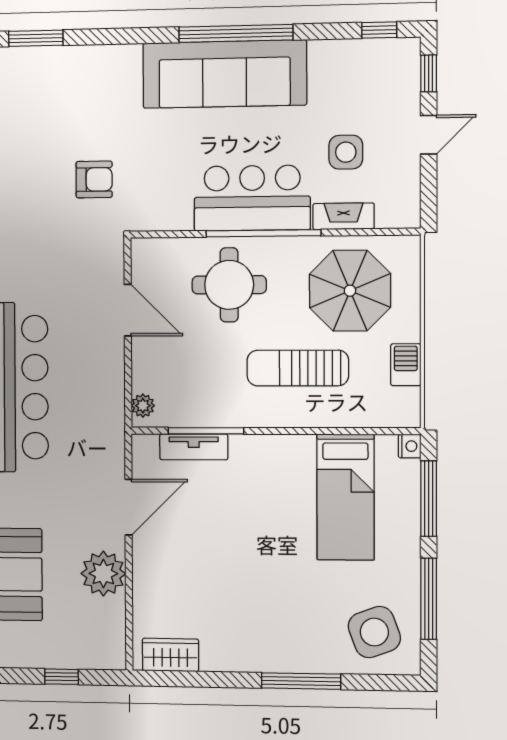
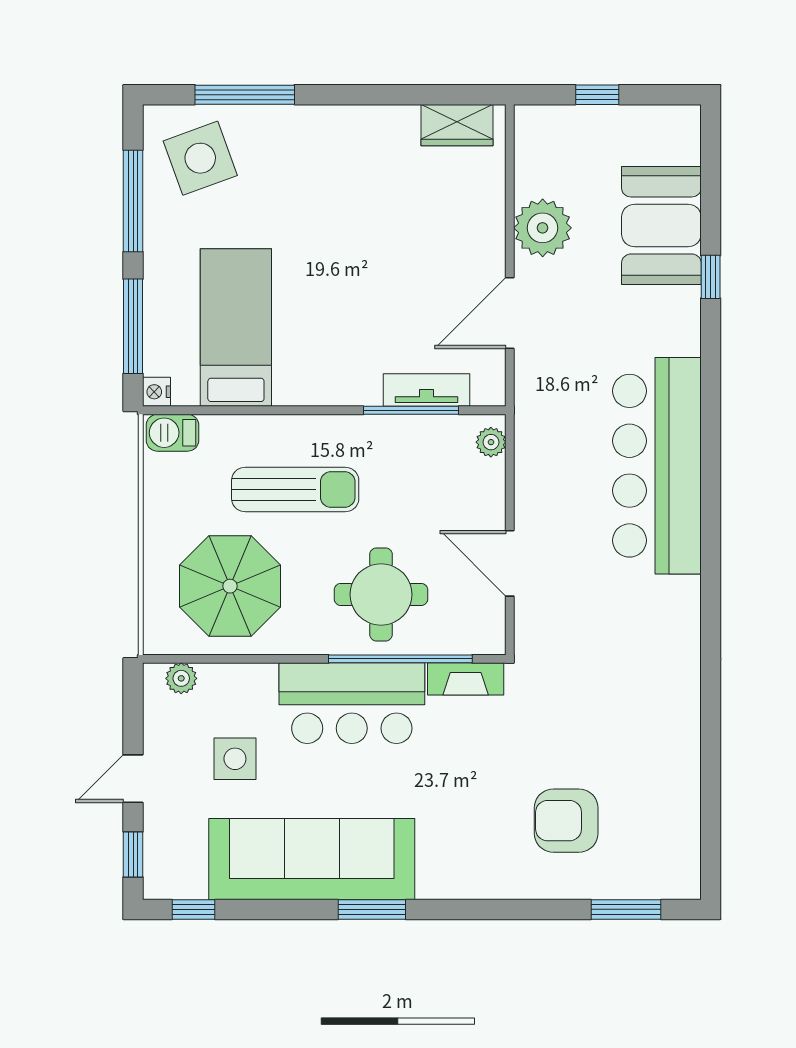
window: (236, 33) -> (372, 909), width x0.47
sofa: (224, 74) -> (312, 859), moved
armchair: (94, 179) -> (566, 821), moved, width x1.38, depth x1.38
fireplace: (344, 216) -> (466, 679), moved
plant: (389, 216) -> (181, 678), added
window: (263, 233) -> (400, 659), moved
barbecue: (406, 365) -> (172, 433), moved, turned 90
window: (301, 681) -> (245, 95), moved

